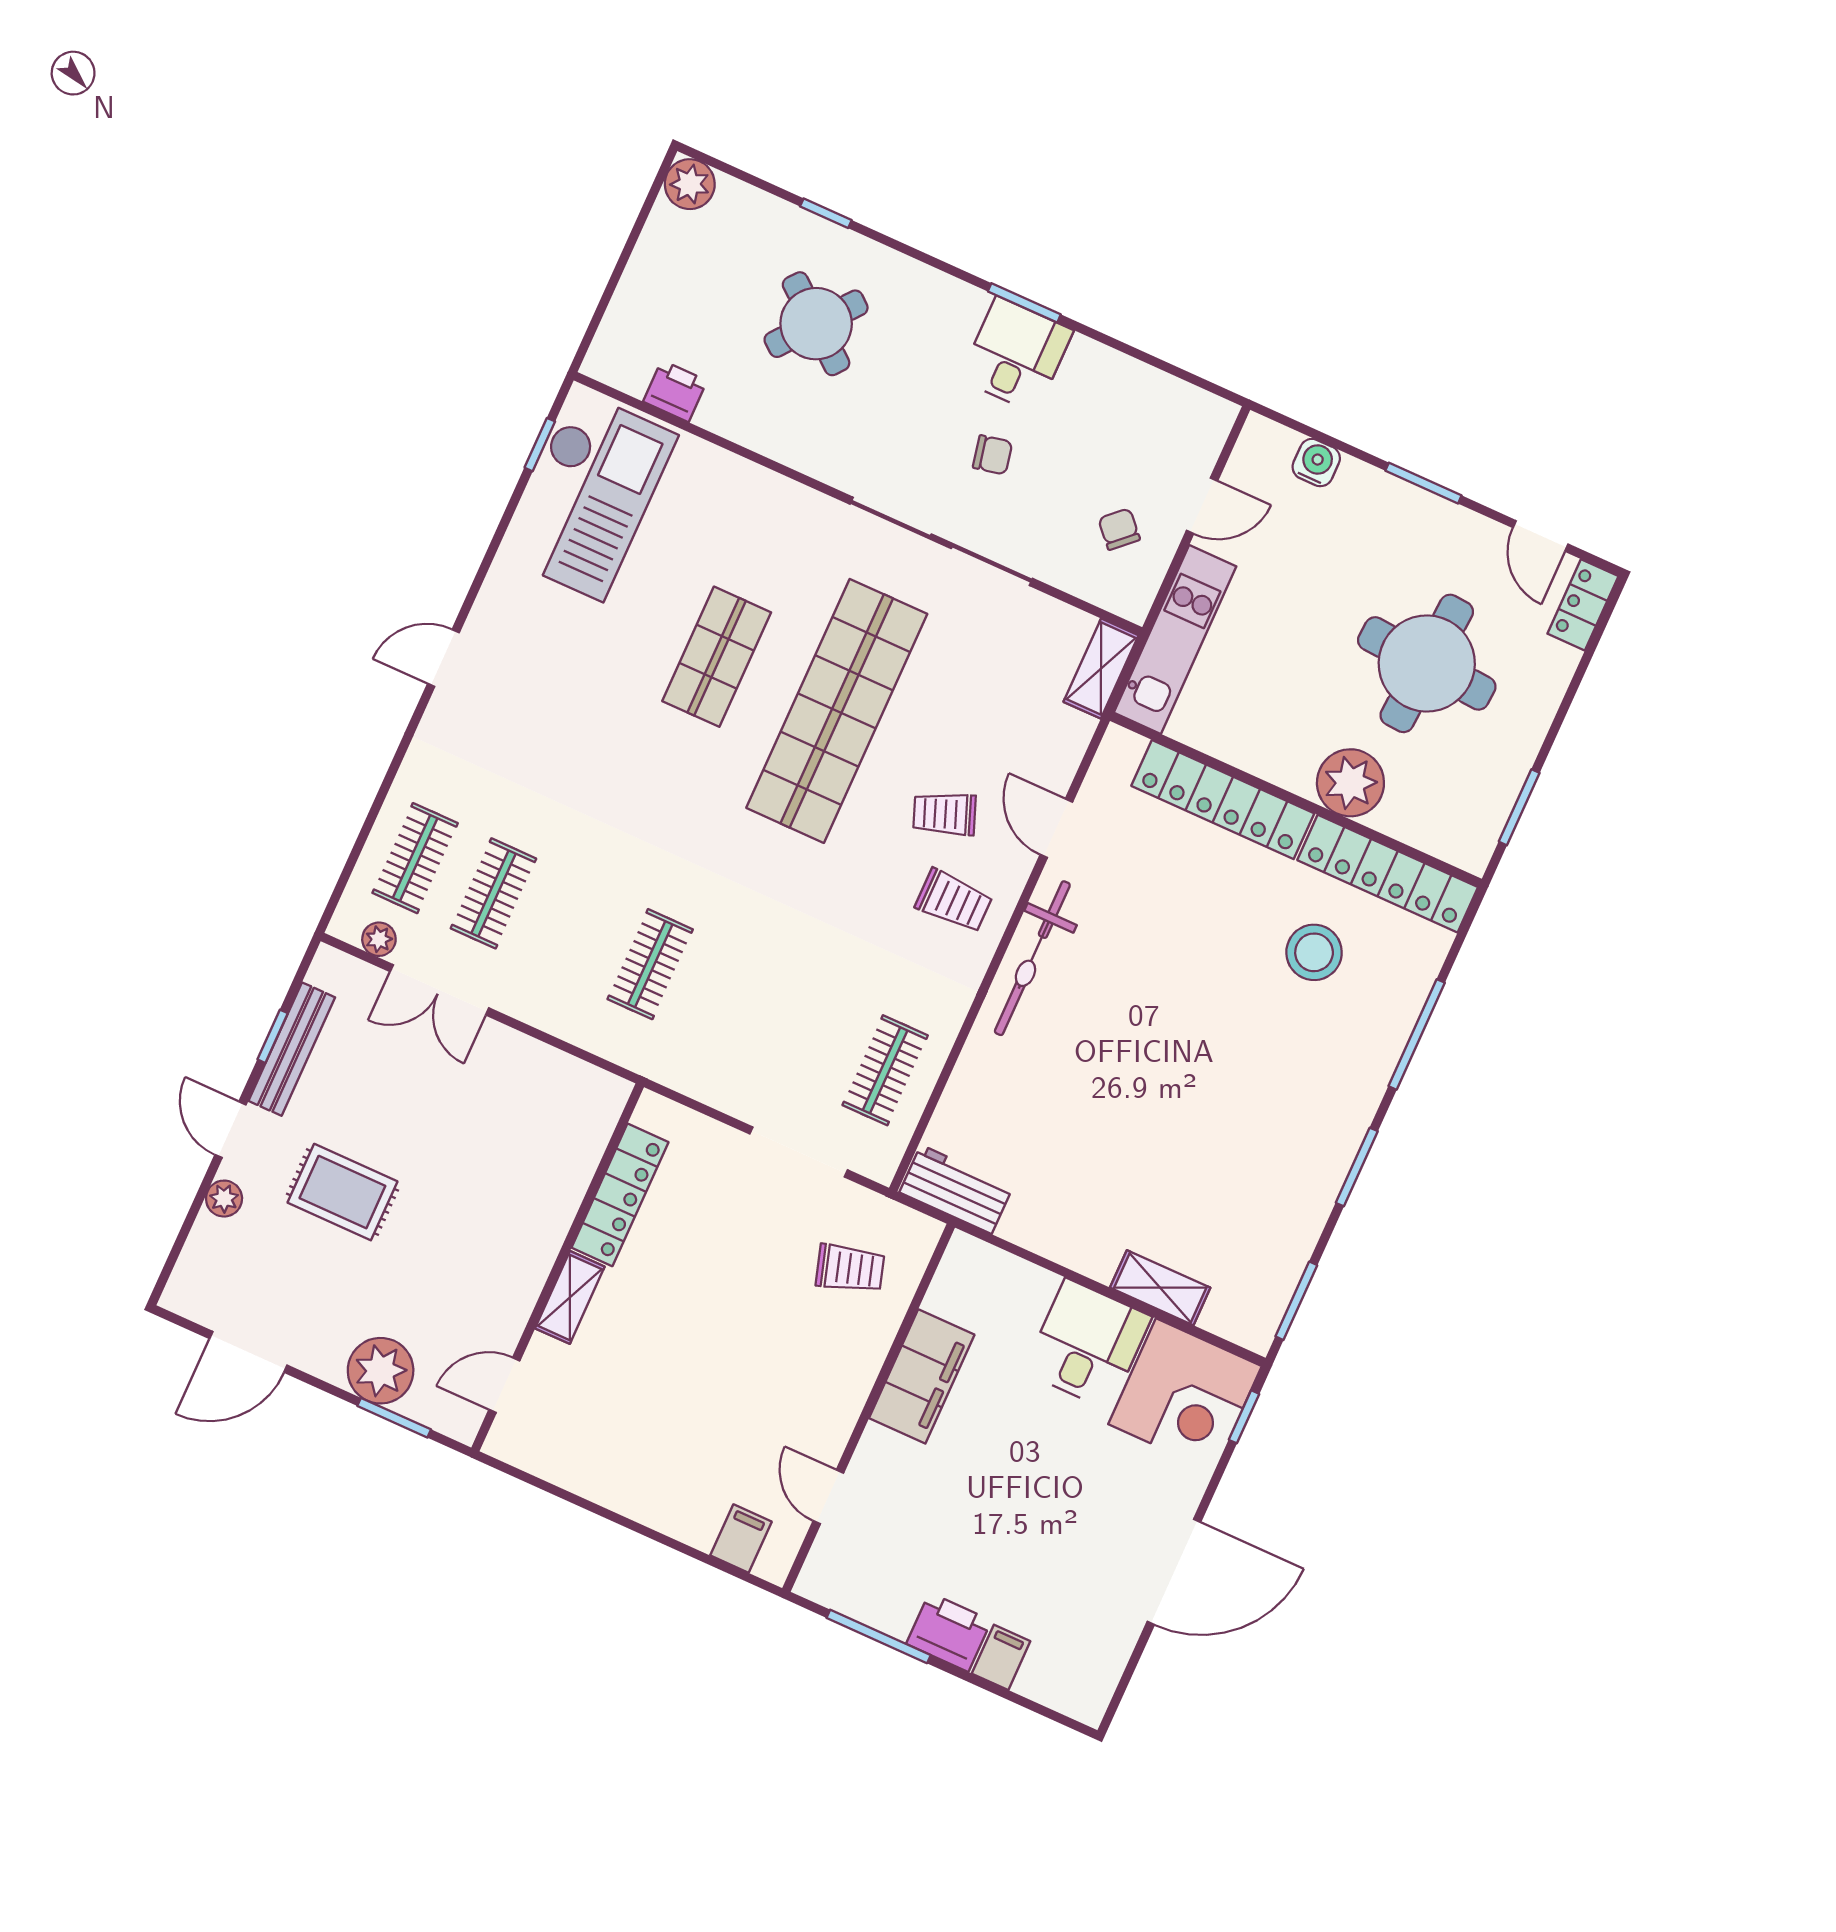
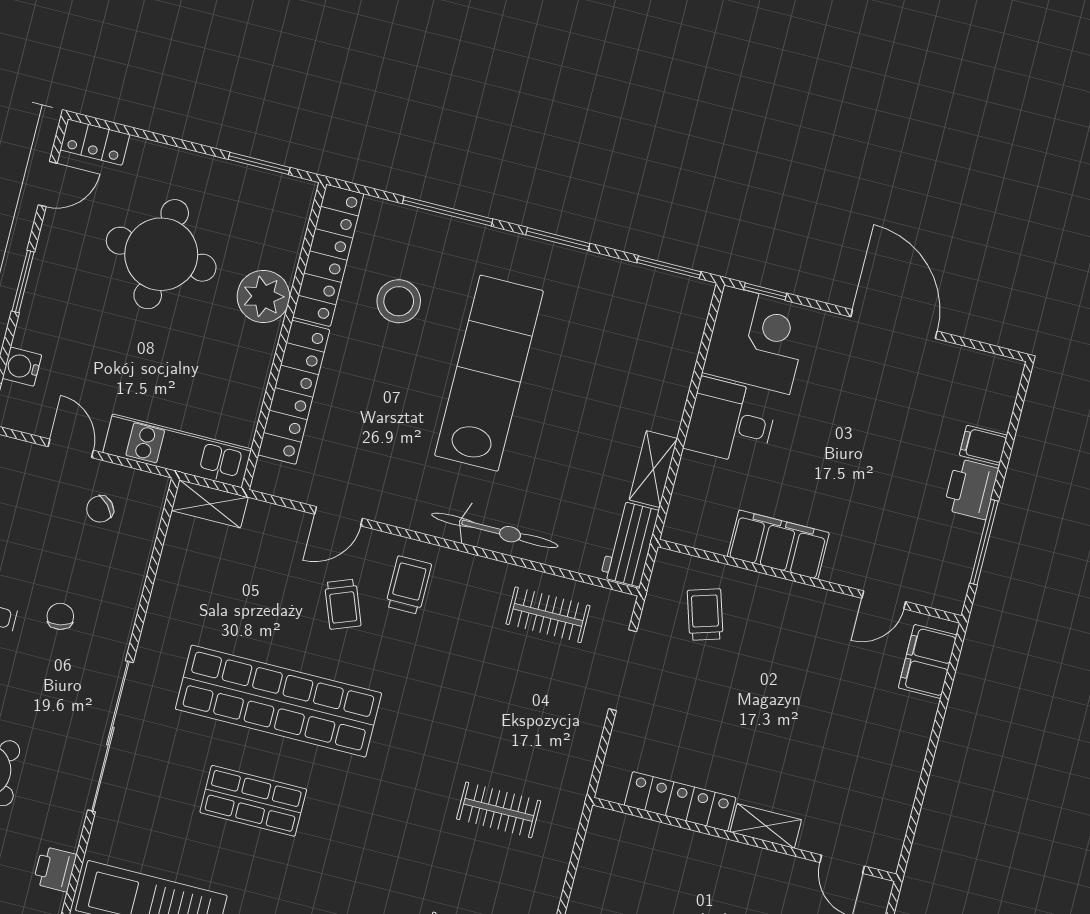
sliding door: (941, 541) -> (110, 736), moved
bicycle: (1032, 958) -> (495, 530), moved
lab bench: (1203, 1050) -> (489, 373), added
shelving: (1160, 1288) -> (653, 469), moved
filing cabinet: (741, 1539) -> (928, 661), width x2.00

